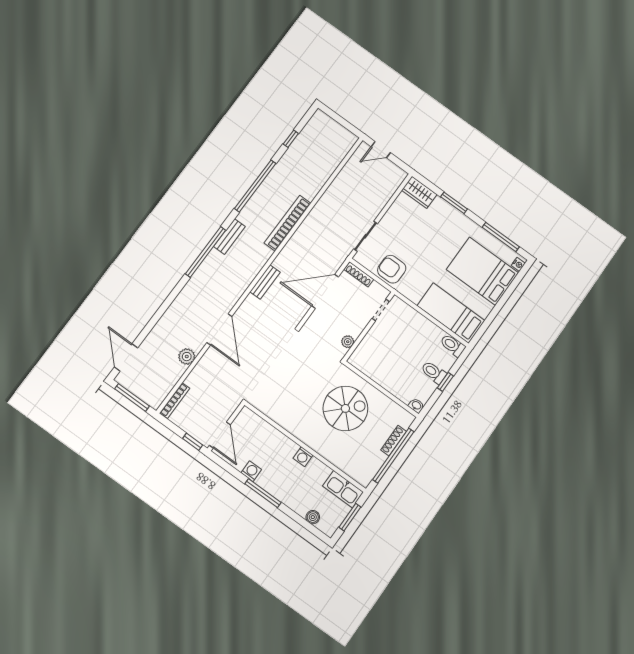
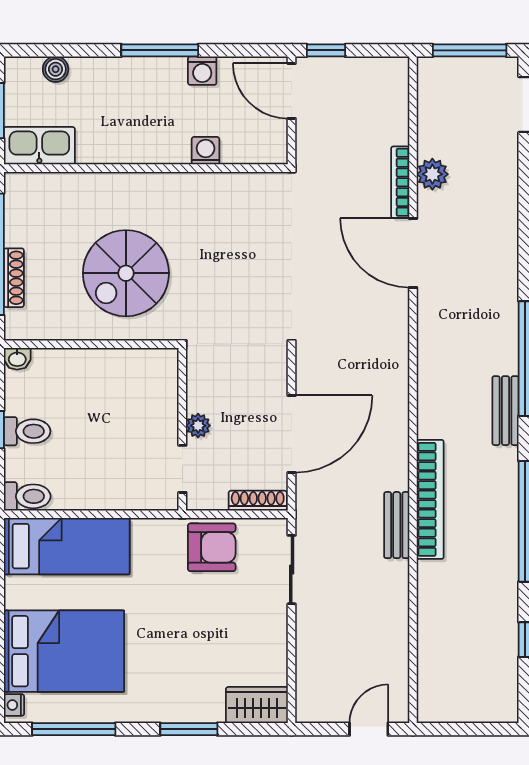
bench: (265, 282) -> (397, 525), moved
plant: (348, 342) -> (198, 426), moved
bookcase: (175, 401) -> (400, 182), moved
washing machine: (303, 457) -> (206, 151), moved

